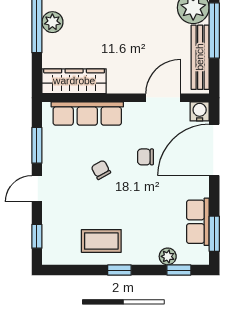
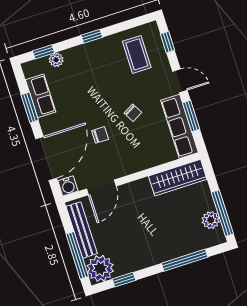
row of seats: (87, 113) -> (180, 126), moved, turned -90
door: (37, 189) -> (180, 81), hinge flipped
window: (214, 234) -> (30, 107), moved
coffee table: (101, 241) -> (137, 54), moved, turned 90

